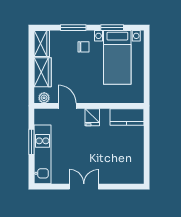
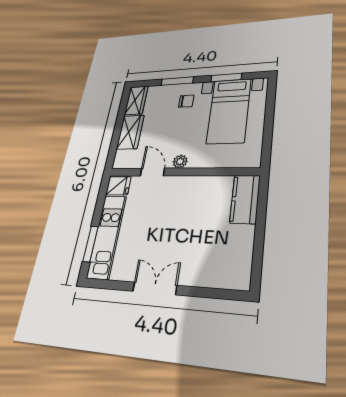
plant: (44, 98) -> (180, 162), moved
fridge: (92, 117) -> (118, 186), moved, turned -90
kitchen counter: (127, 117) -> (245, 199), moved, turned 90
window: (31, 142) -> (90, 244), moved

